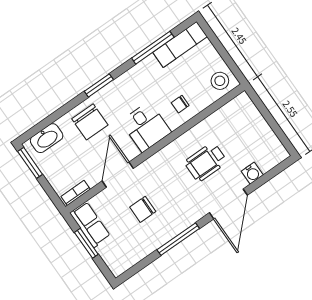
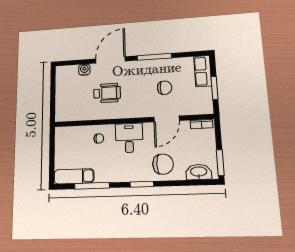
stool: (220, 81) -> (66, 137), removed
chair: (90, 122) -> (163, 164), turned 90
row of seats: (90, 225) -> (203, 71), moved

